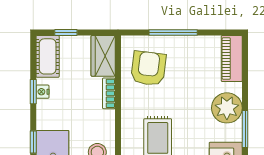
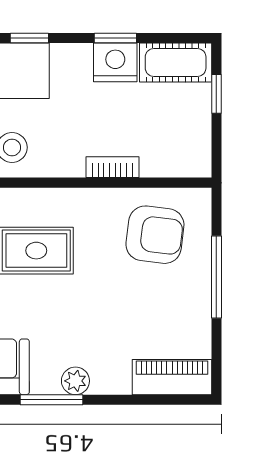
wardrobe: (103, 56) -> (177, 157), removed
nightstand: (42, 92) -> (115, 62), width x1.89, depth x1.79
plant: (227, 108) -> (75, 381), width x0.53, depth x0.53

